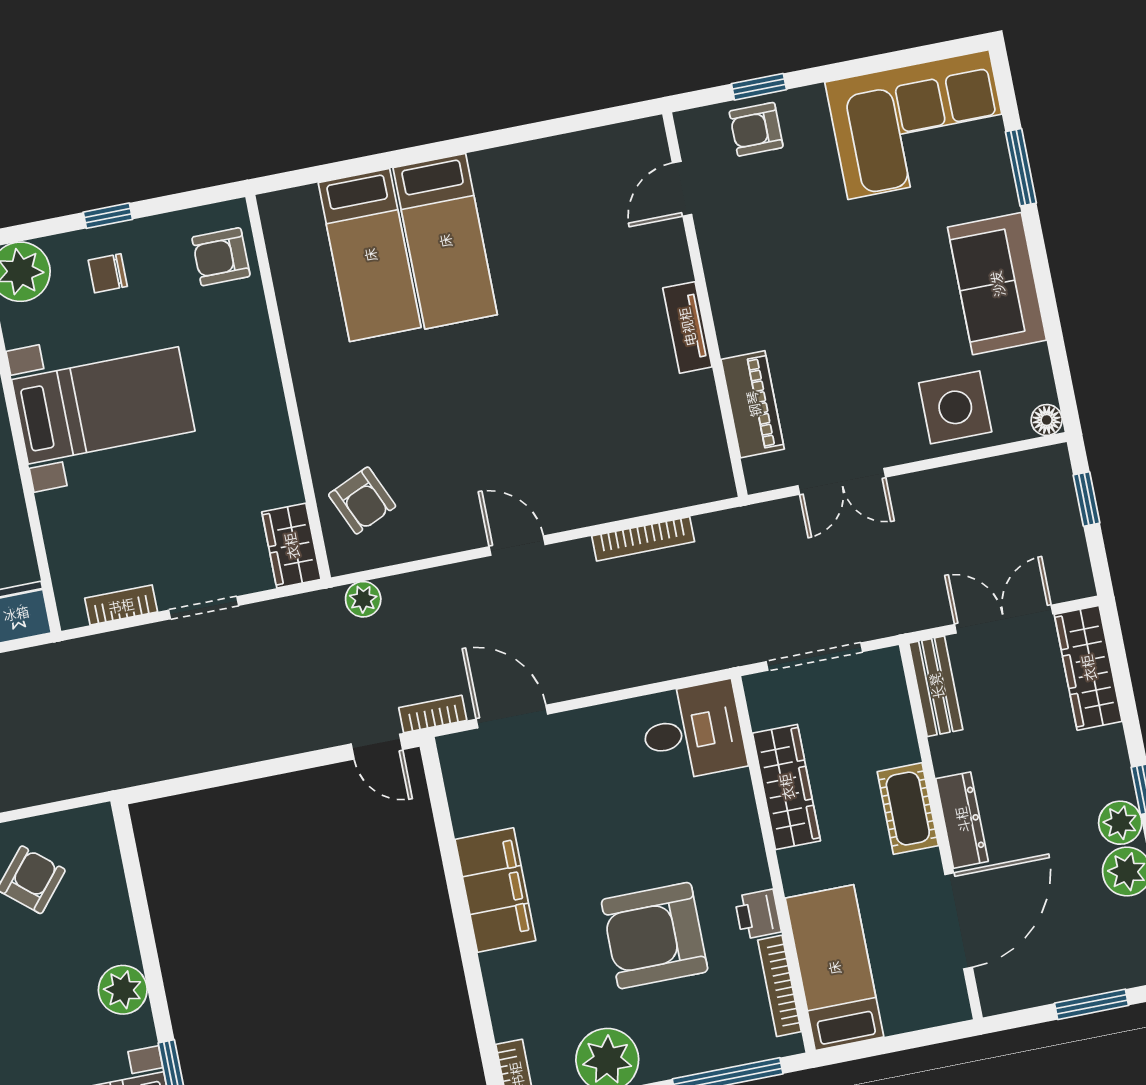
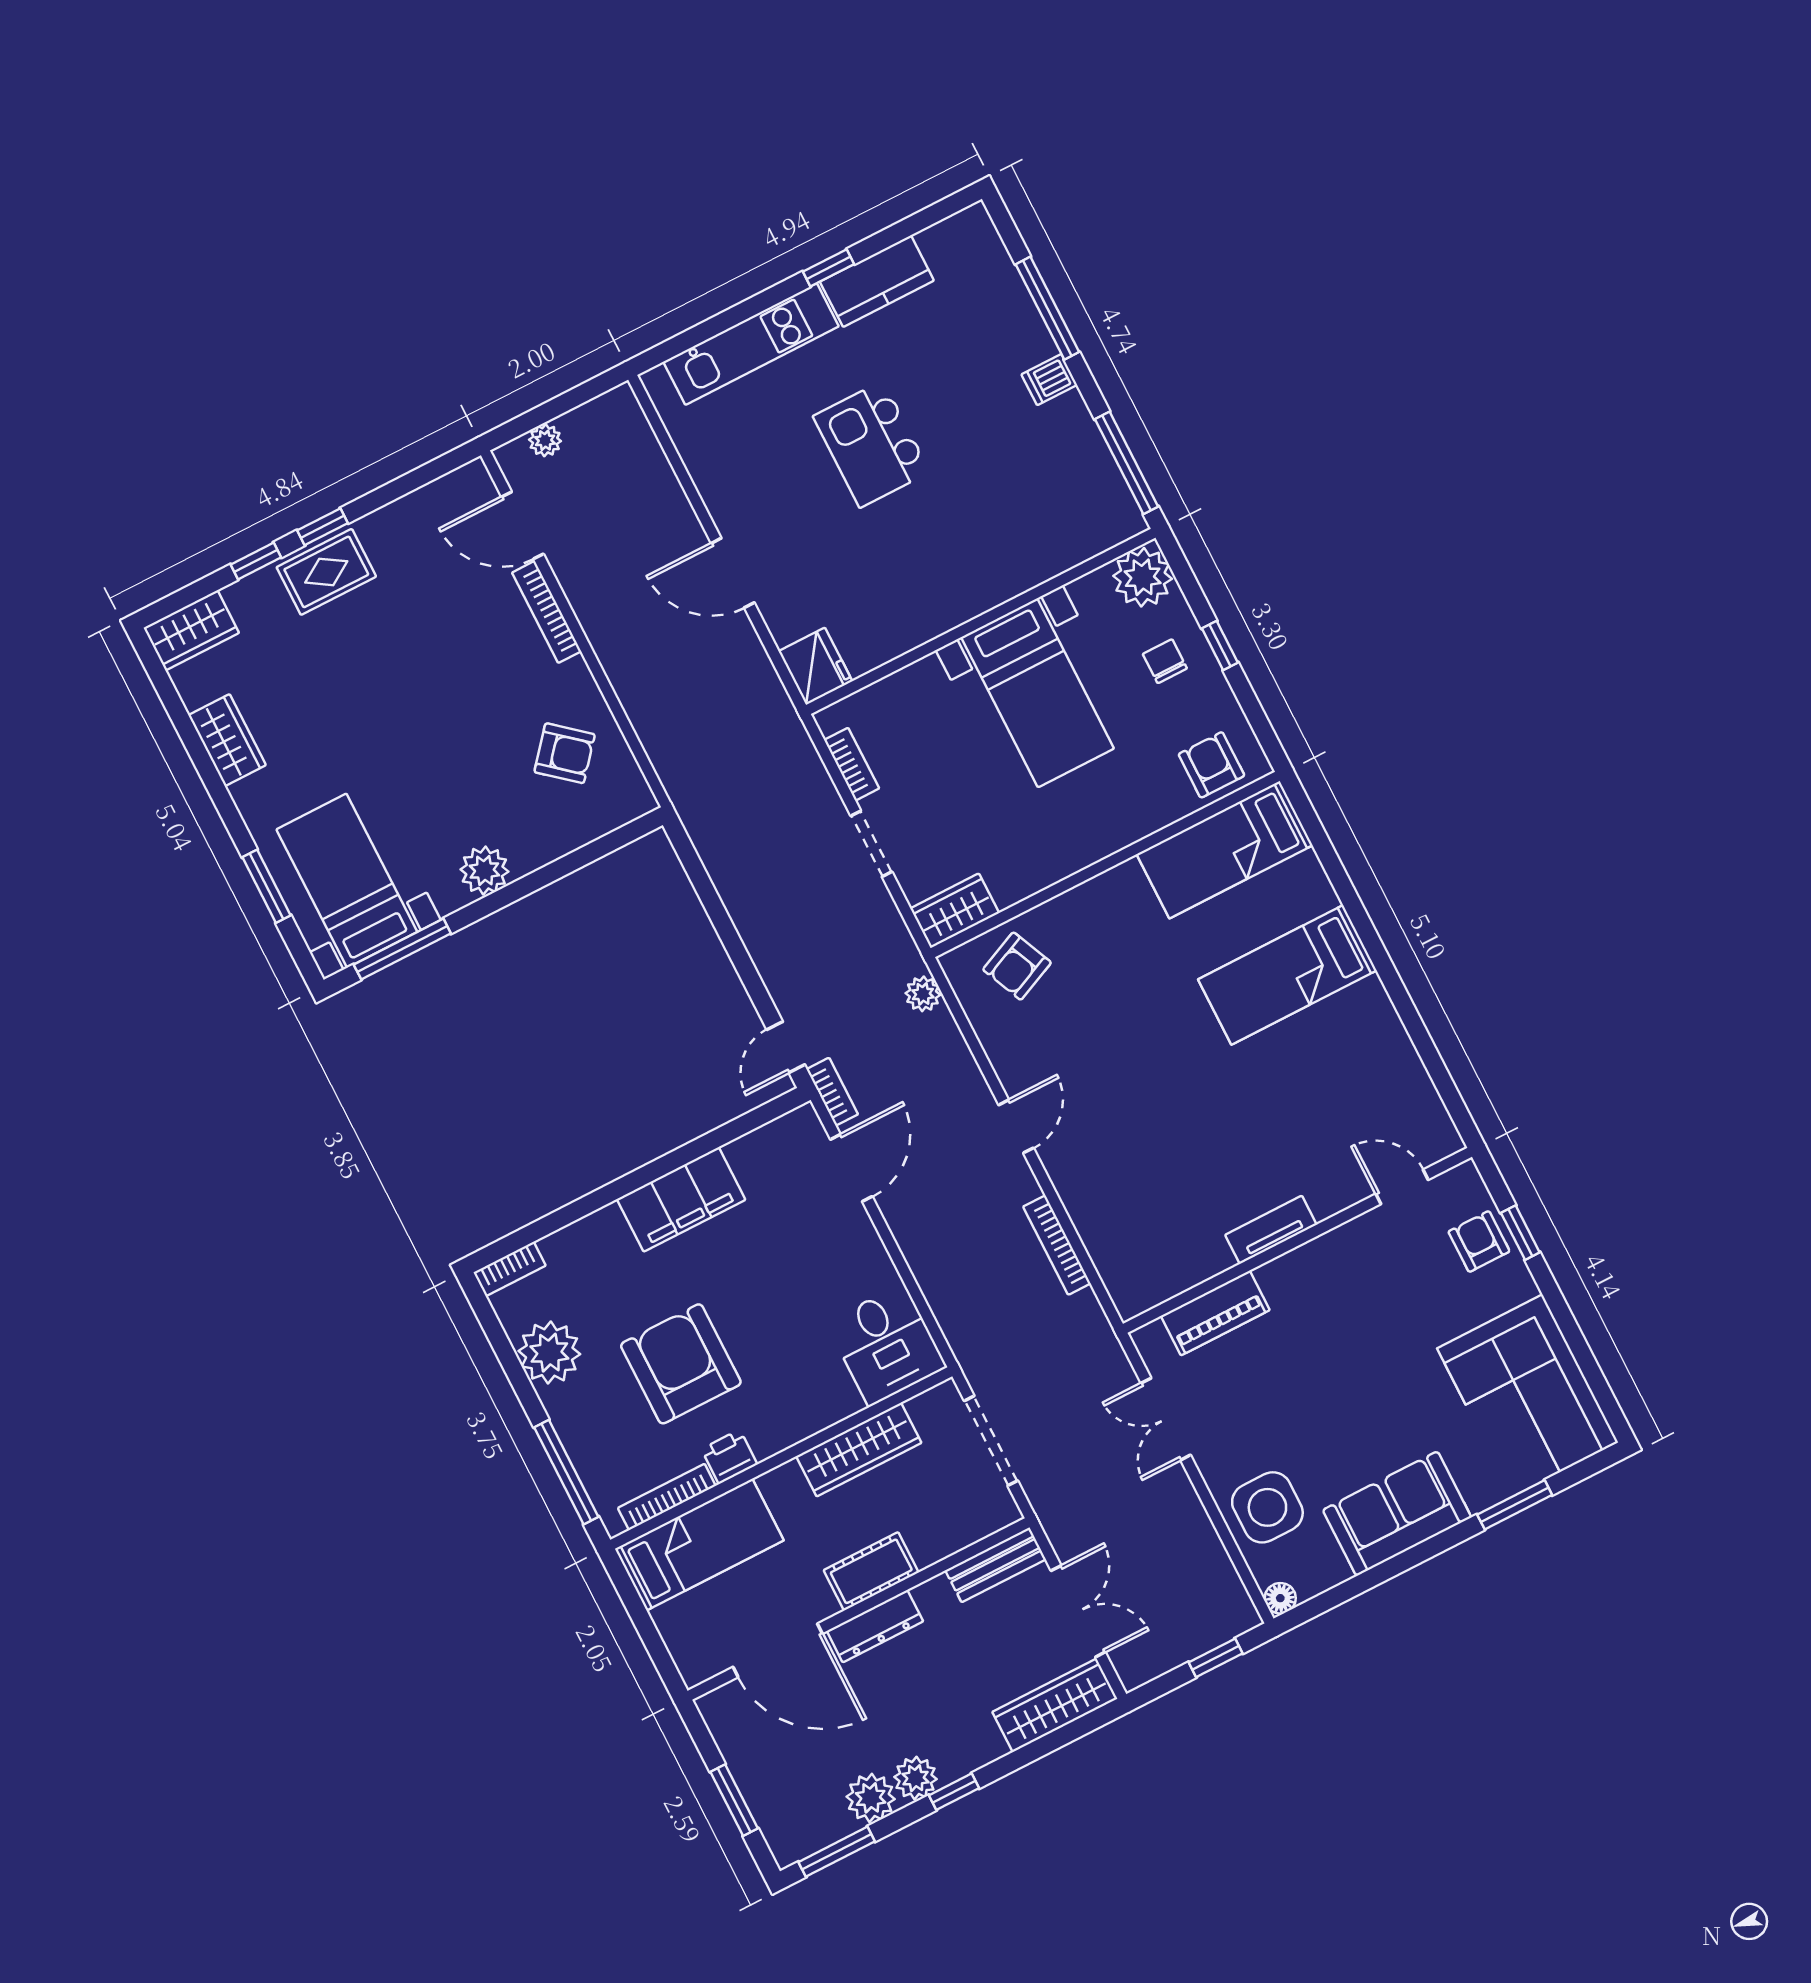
bed: (370, 255) -> (1225, 850), moved

